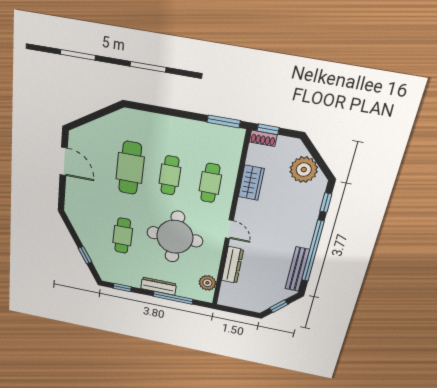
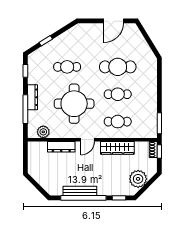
wardrobe: (251, 183) -> (117, 148), width x1.50
bench: (297, 269) -> (80, 191), moved
window: (279, 306) -> (36, 185), removed

